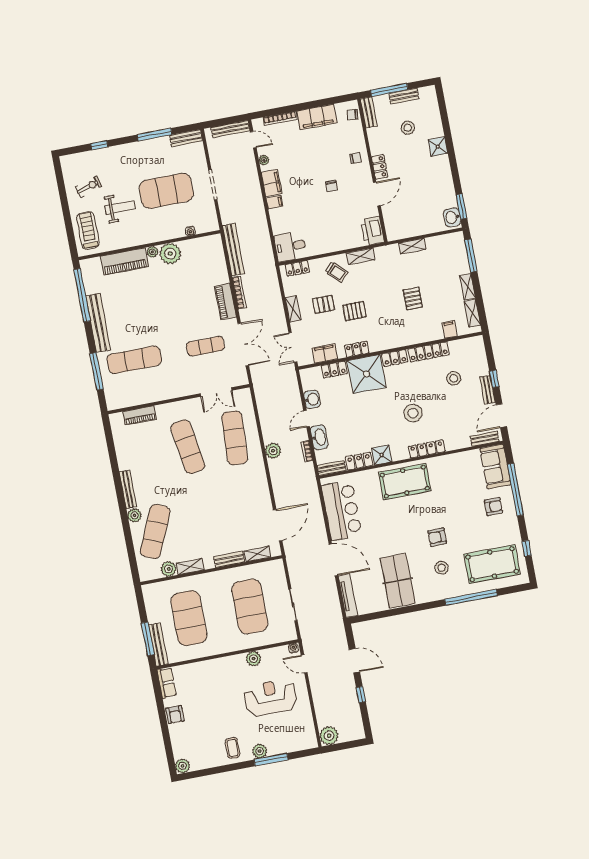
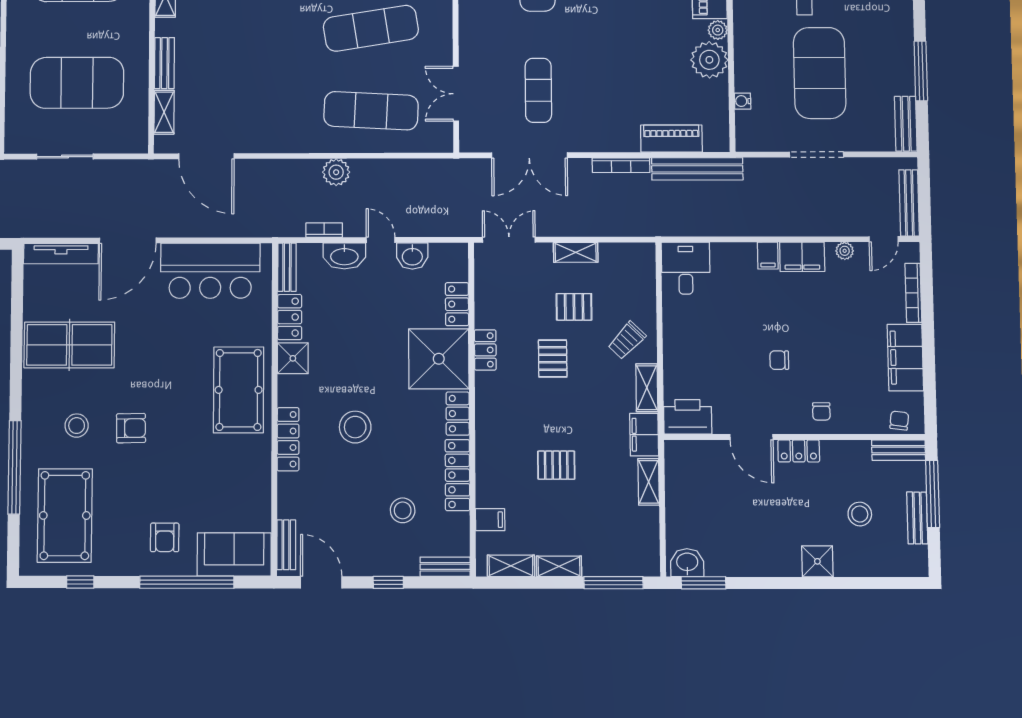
locker: (297, 268) -> (645, 273), removed
piano: (226, 302) -> (671, 139), moved
pallet: (323, 304) -> (574, 307), turned 90
filing cabinet: (325, 353) -> (644, 435), moved, turned 180
bench: (488, 390) -> (445, 567), moved
armchair: (437, 537) -> (131, 428), turned 89

